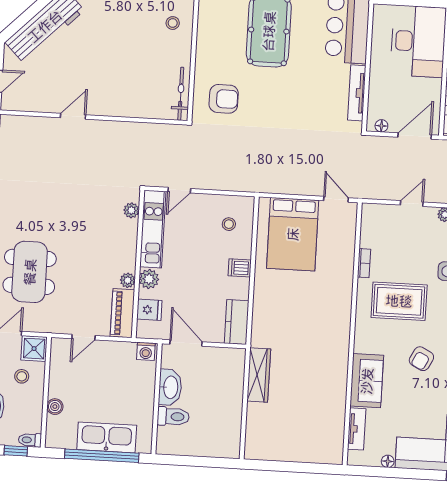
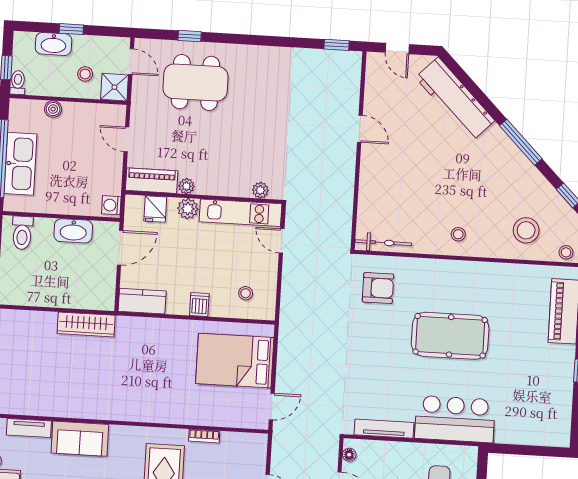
armchair: (224, 99) -> (378, 288), turned -90
toilet: (173, 417) -> (22, 233), moved

